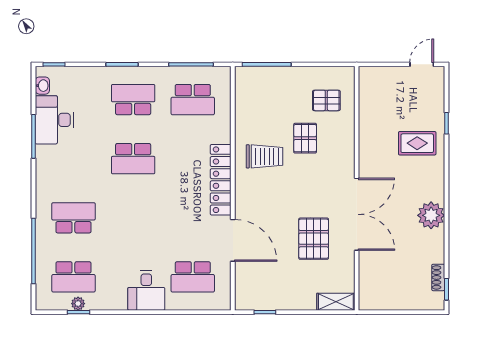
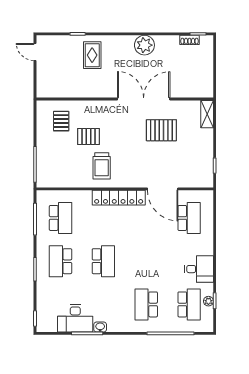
washbasin: (42, 86) -> (100, 327), moved
trolley: (264, 156) -> (102, 166), turned 180
door: (233, 240) -> (163, 189), swing flipped
desk: (146, 290) -> (199, 269), moved

